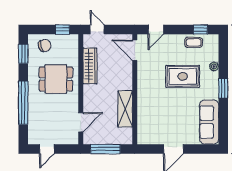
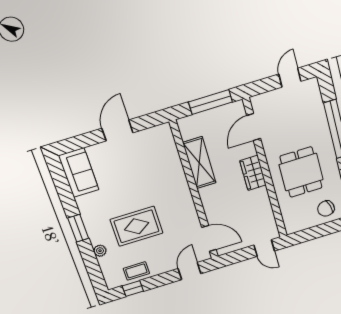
window: (63, 30) -> (308, 235), removed
wardrobe: (90, 66) -> (253, 173), moved, width x0.67
dining table: (56, 79) -> (301, 172), turned 90
sofa: (209, 122) -> (79, 173), width x0.73

